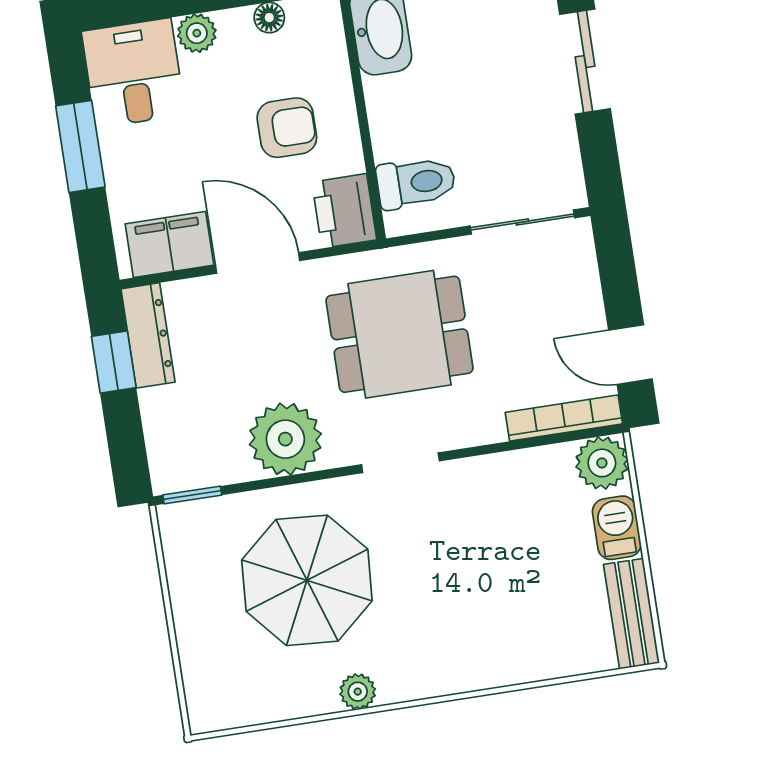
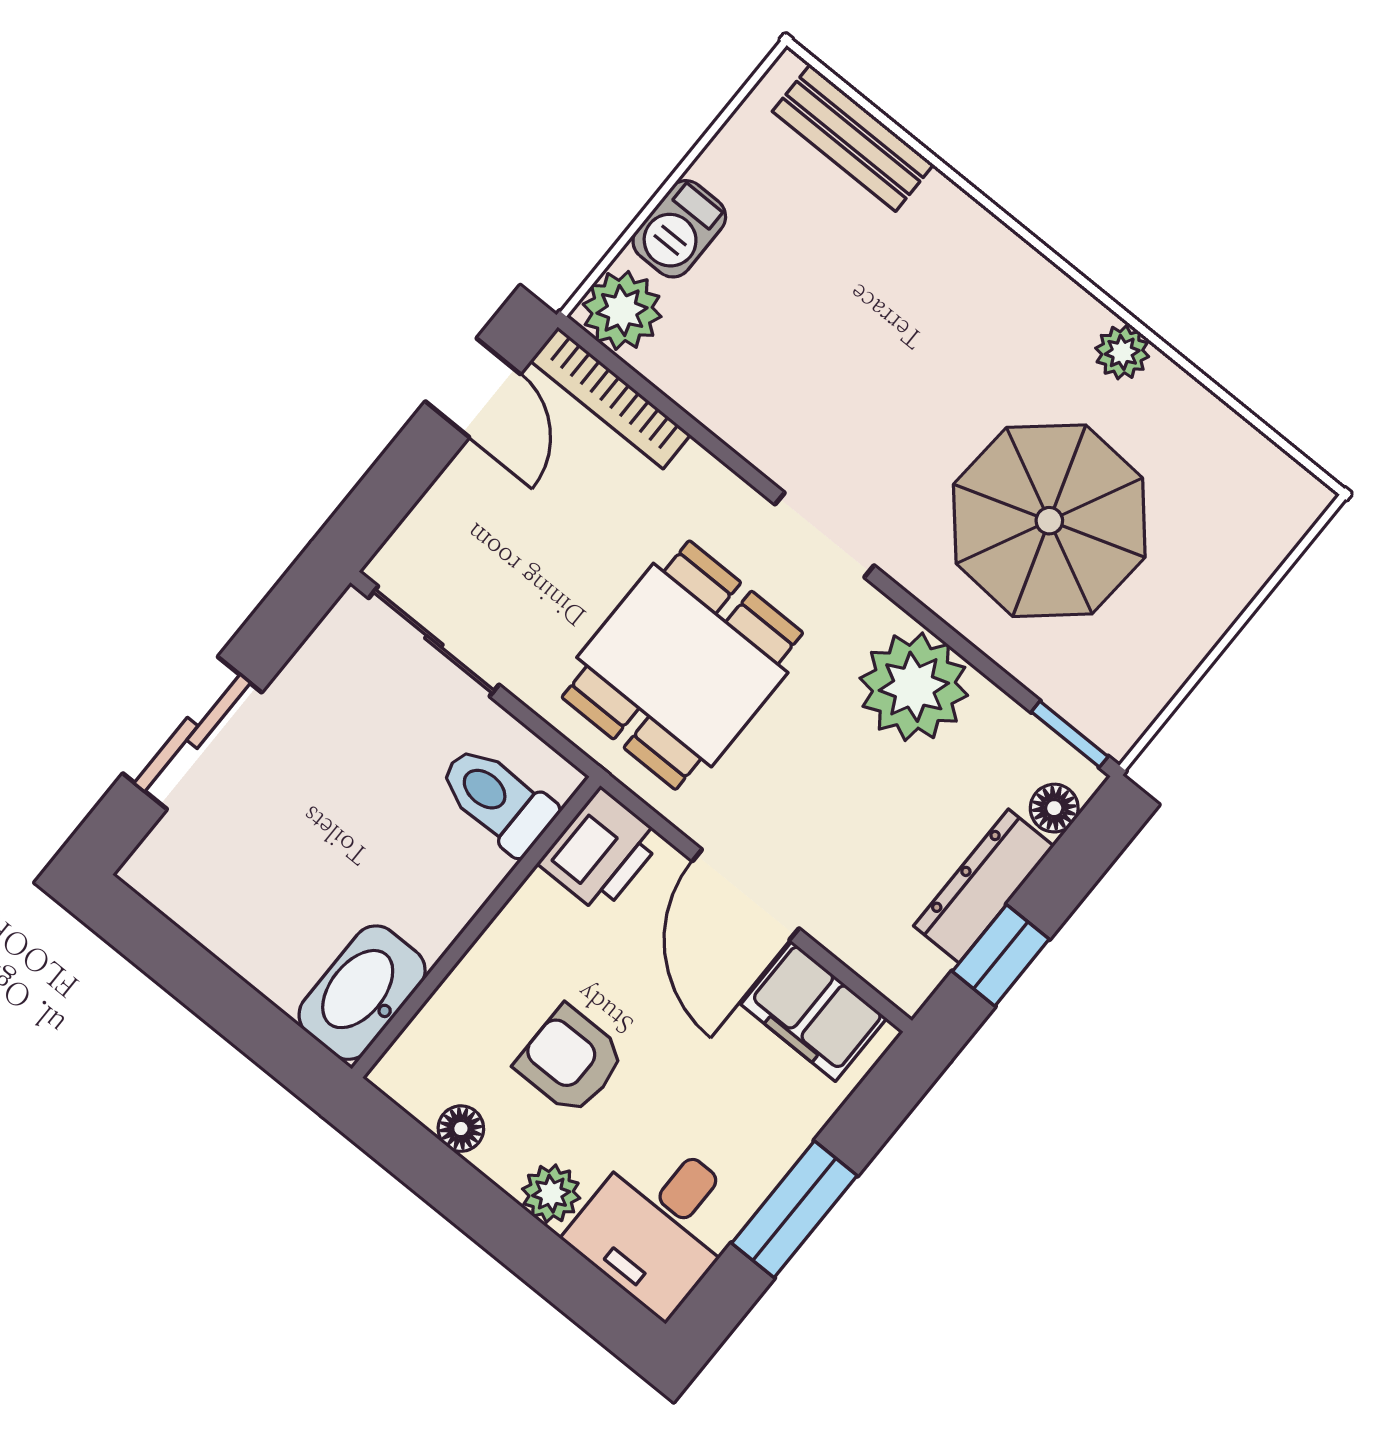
armchair: (287, 128) -> (570, 1060), moved
dining table: (400, 334) -> (682, 665), turned 90
dresser: (148, 335) -> (984, 886), moved
floor lamp: (163, 454) -> (1054, 808), added
bench: (632, 614) -> (853, 138), moved, turned 90

